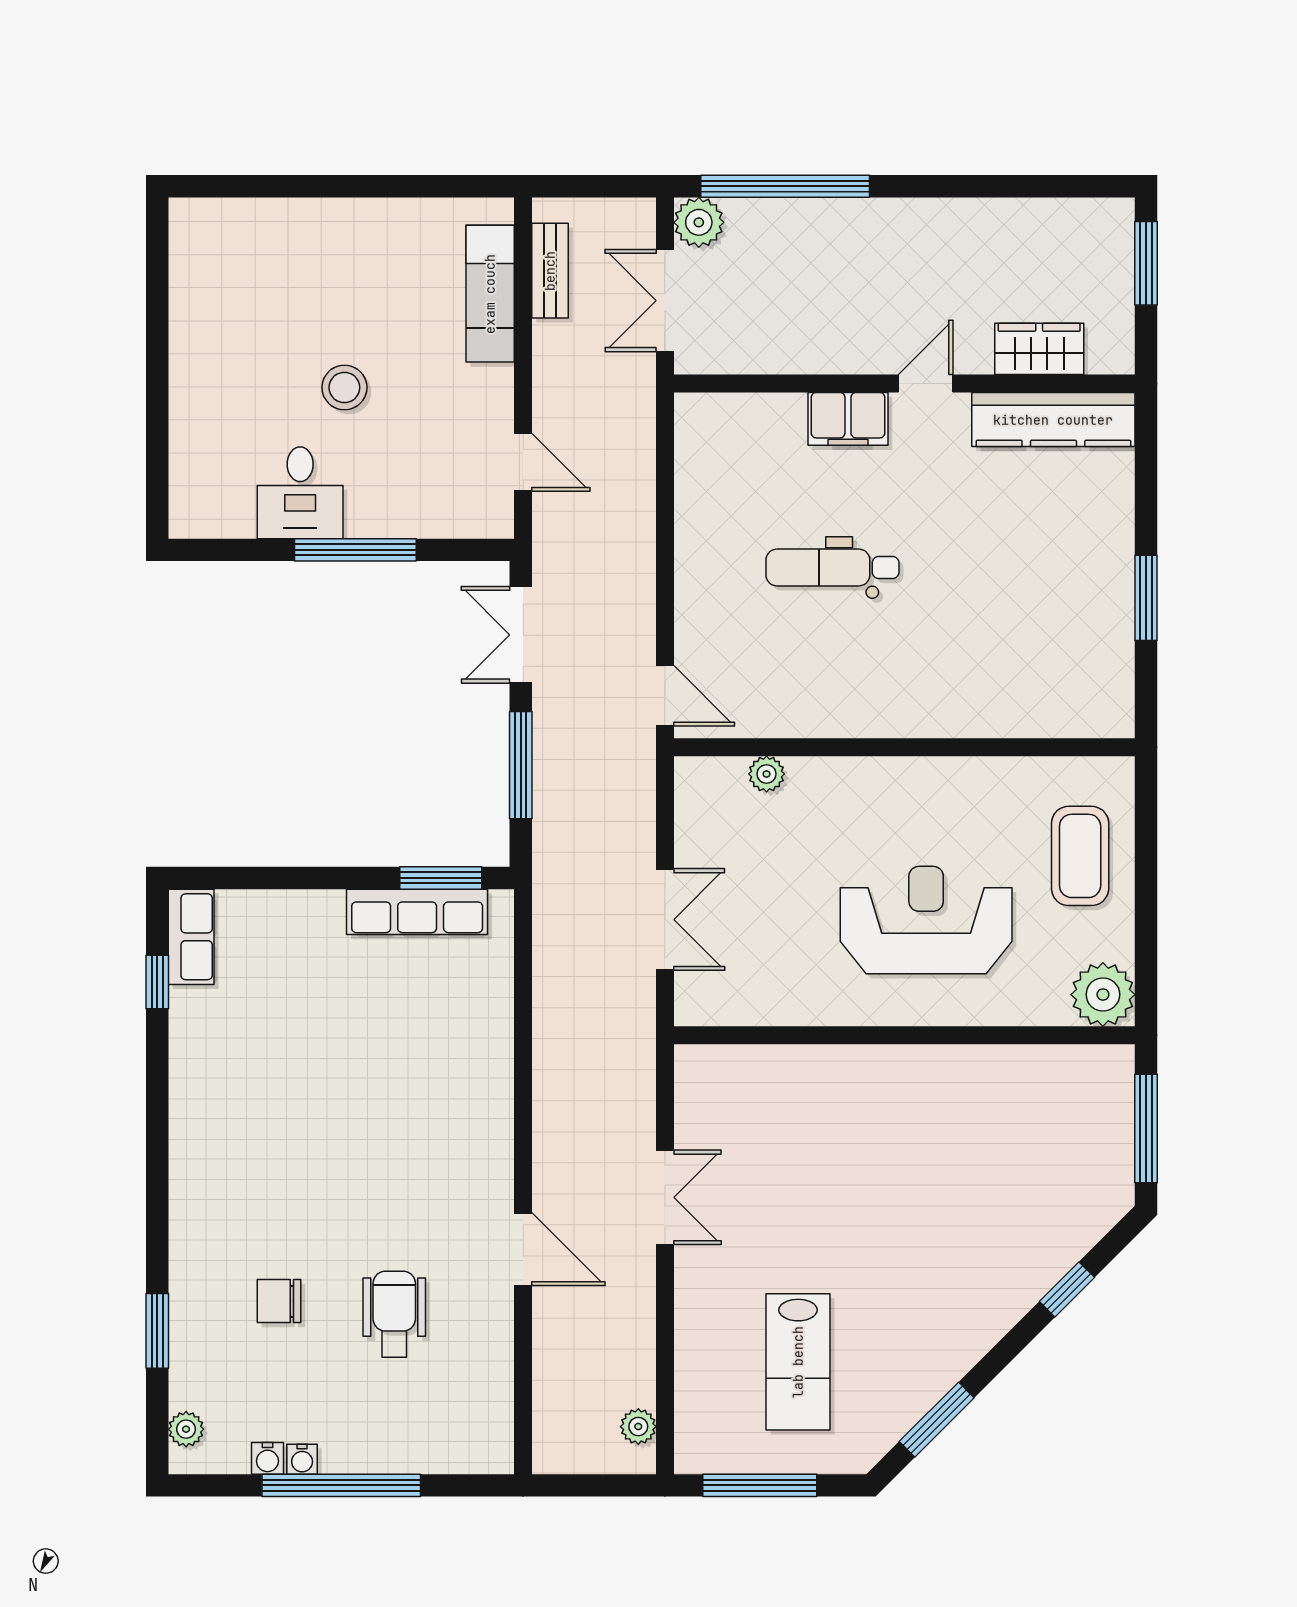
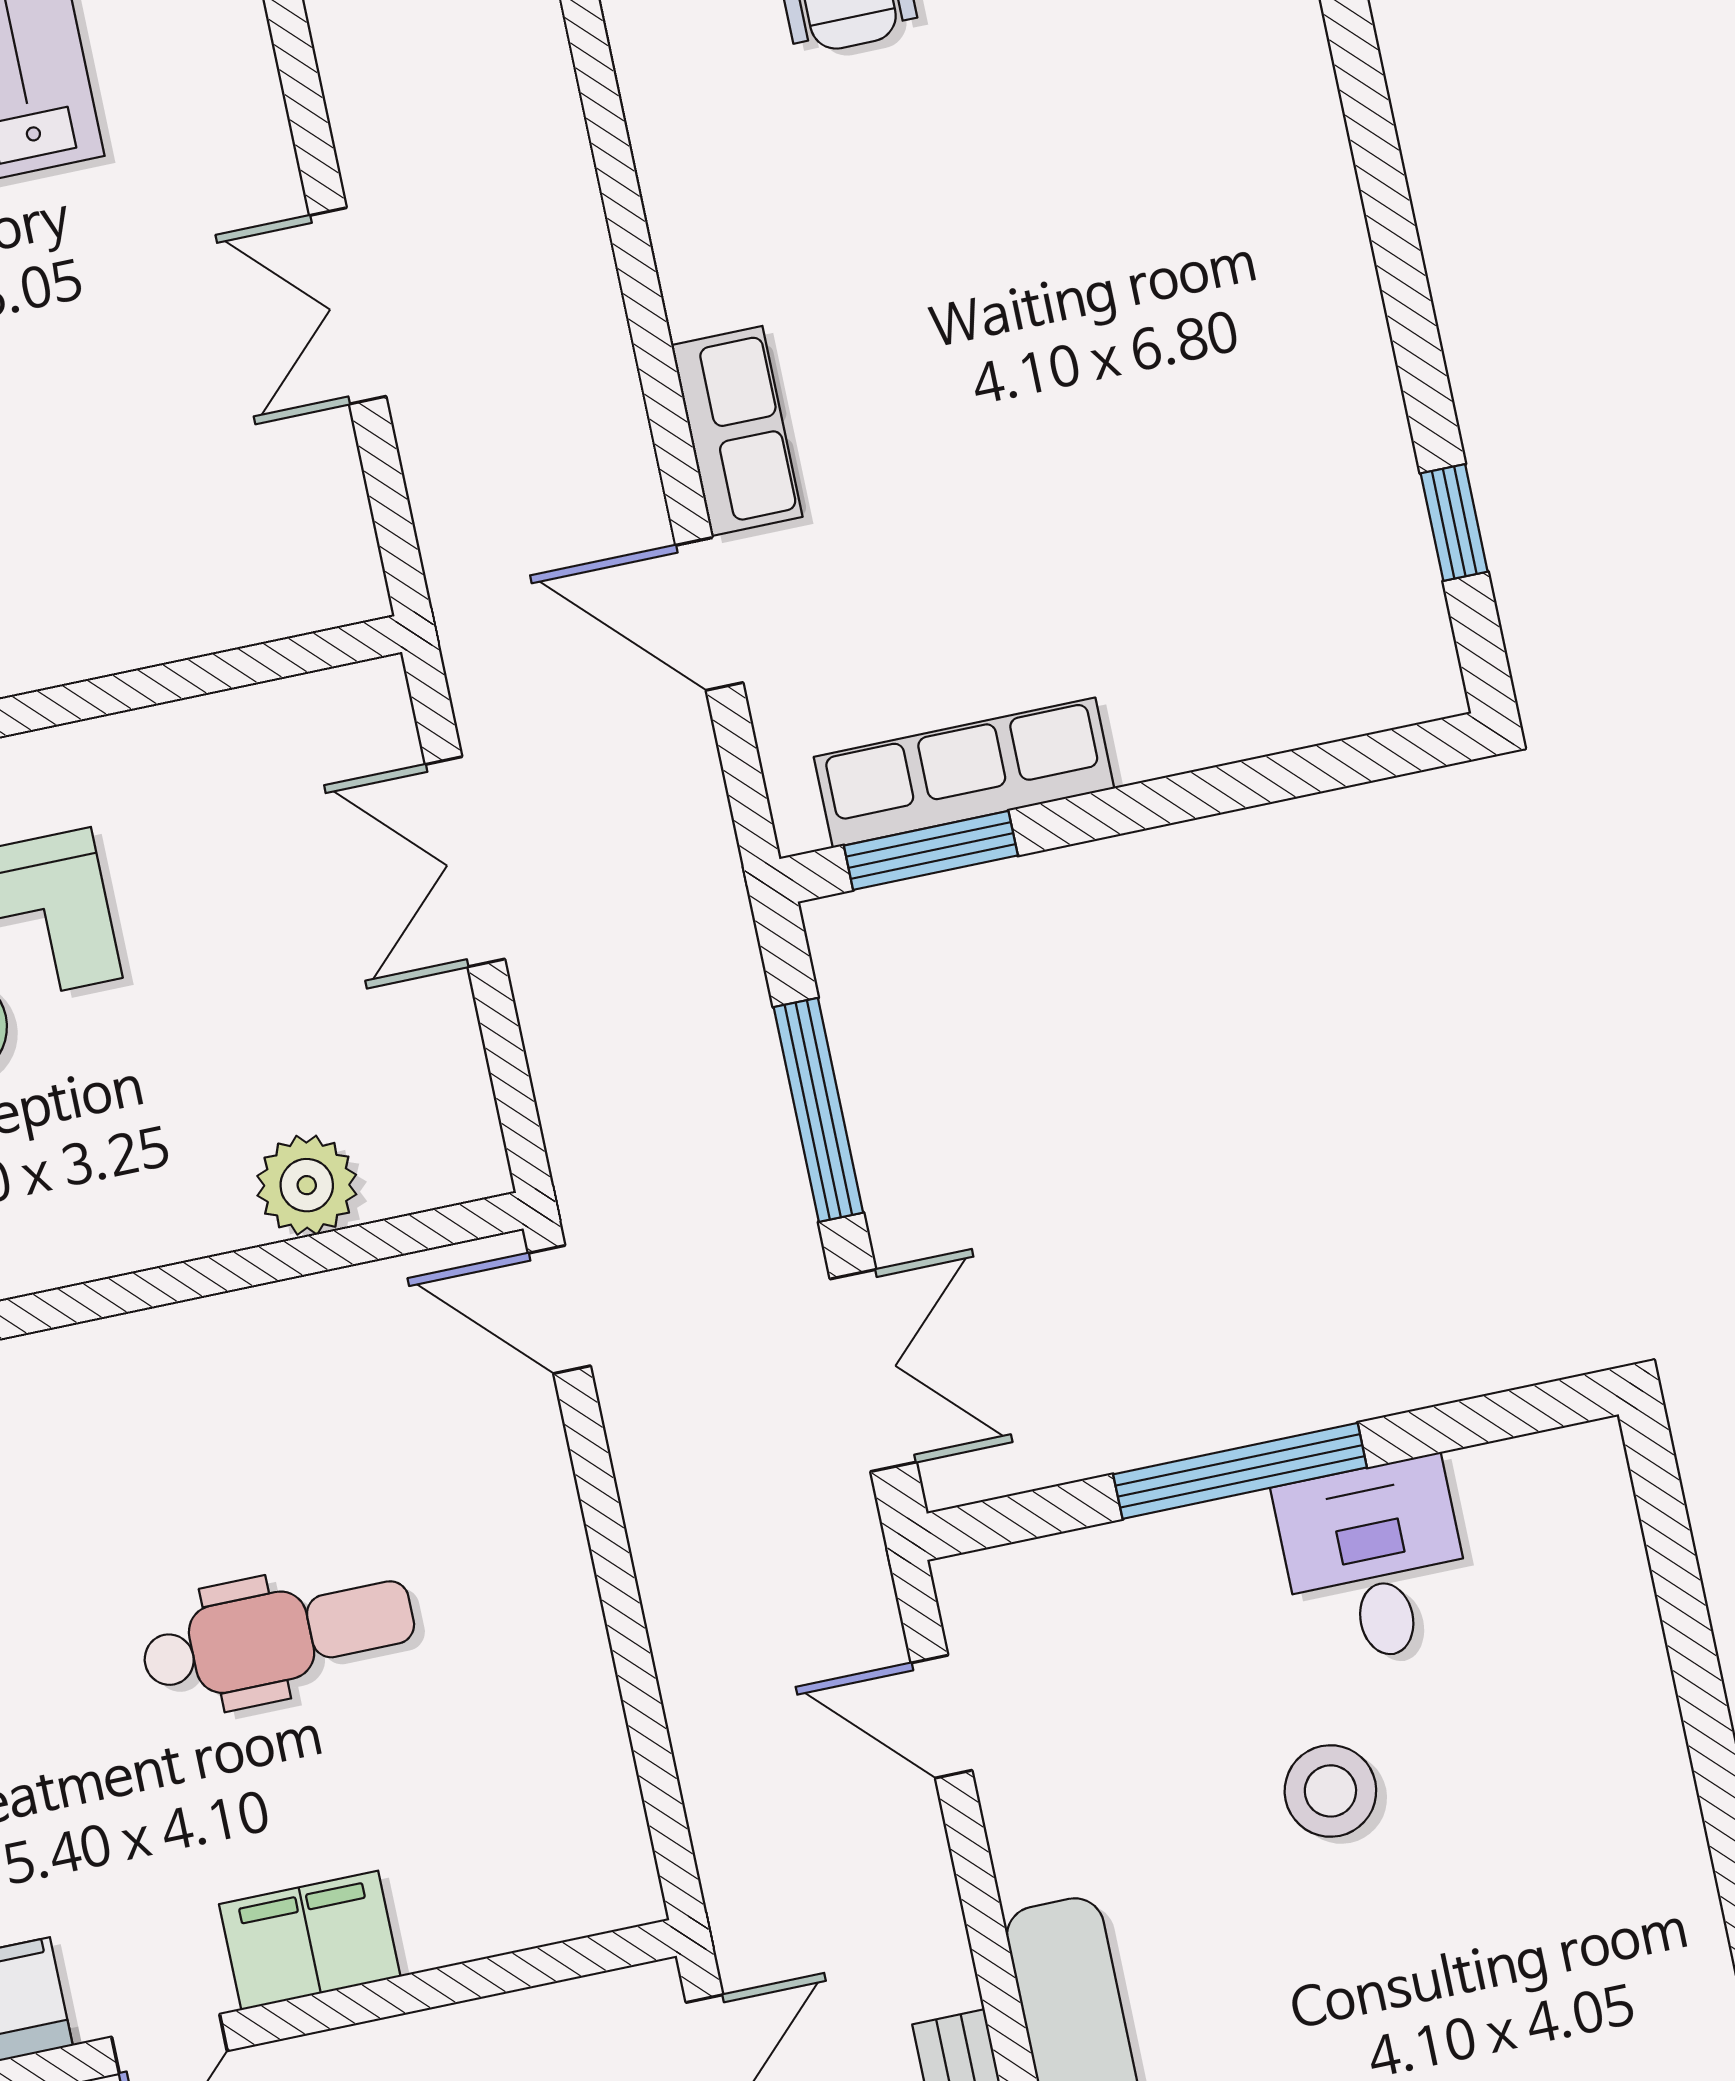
plant: (767, 774) -> (307, 1185), width x1.38, depth x1.38
row of seats: (191, 937) -> (737, 431), moved, turned 180
door: (523, 1249) -> (709, 614), moved

